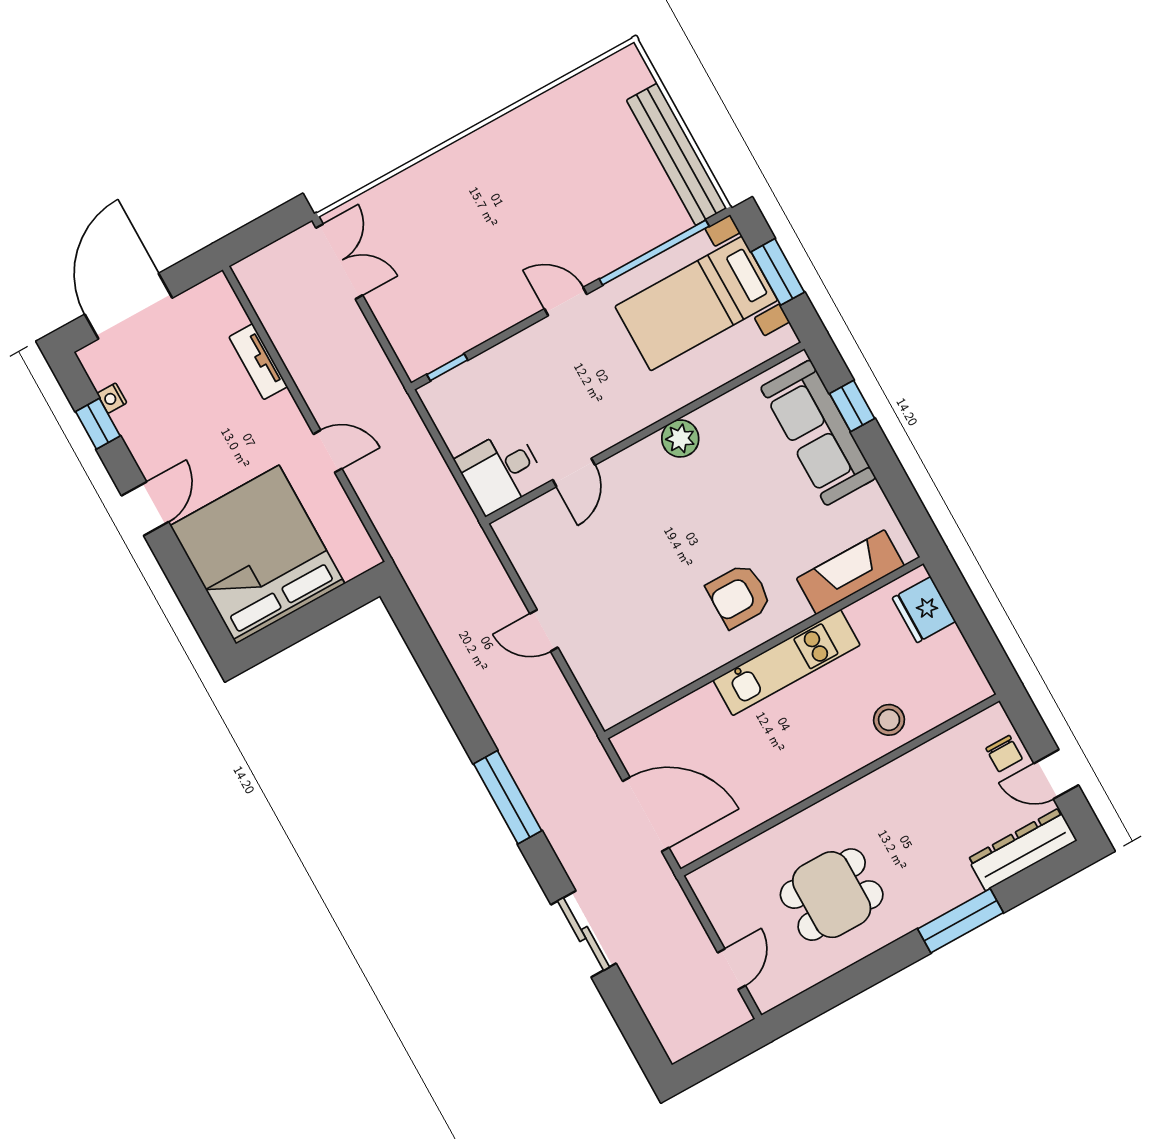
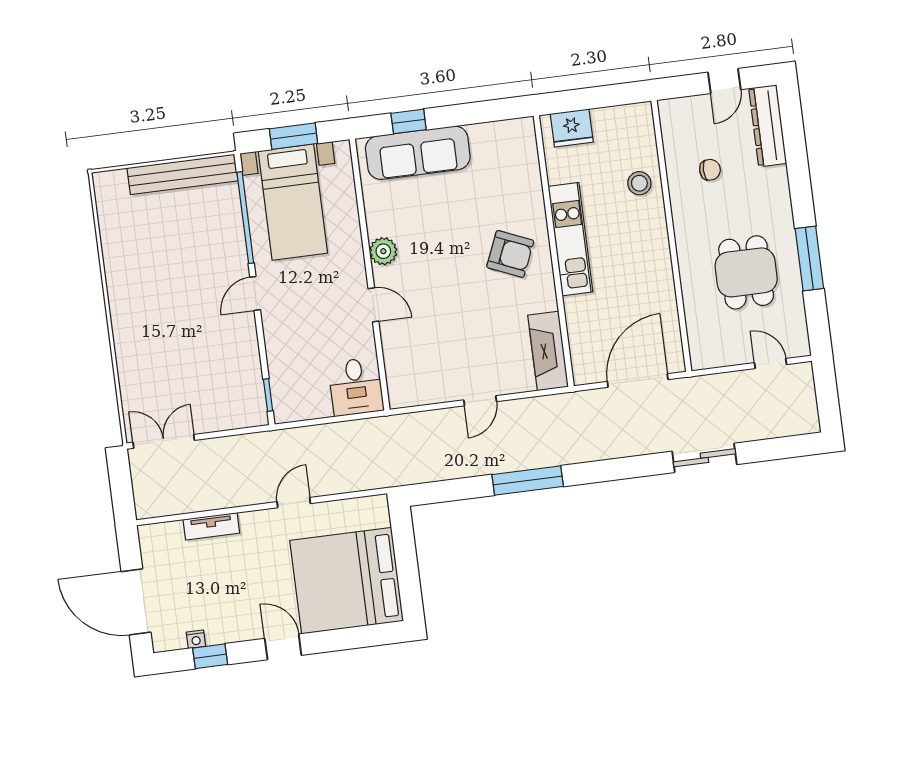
door: (574, 472) -> (373, 305), moved
fireplace: (850, 572) -> (548, 351), moved
armchair: (739, 596) -> (510, 254), turned -67
chair: (1004, 754) -> (710, 170), moved
window: (508, 797) -> (528, 480), moved
window: (960, 921) -> (809, 258), moved

